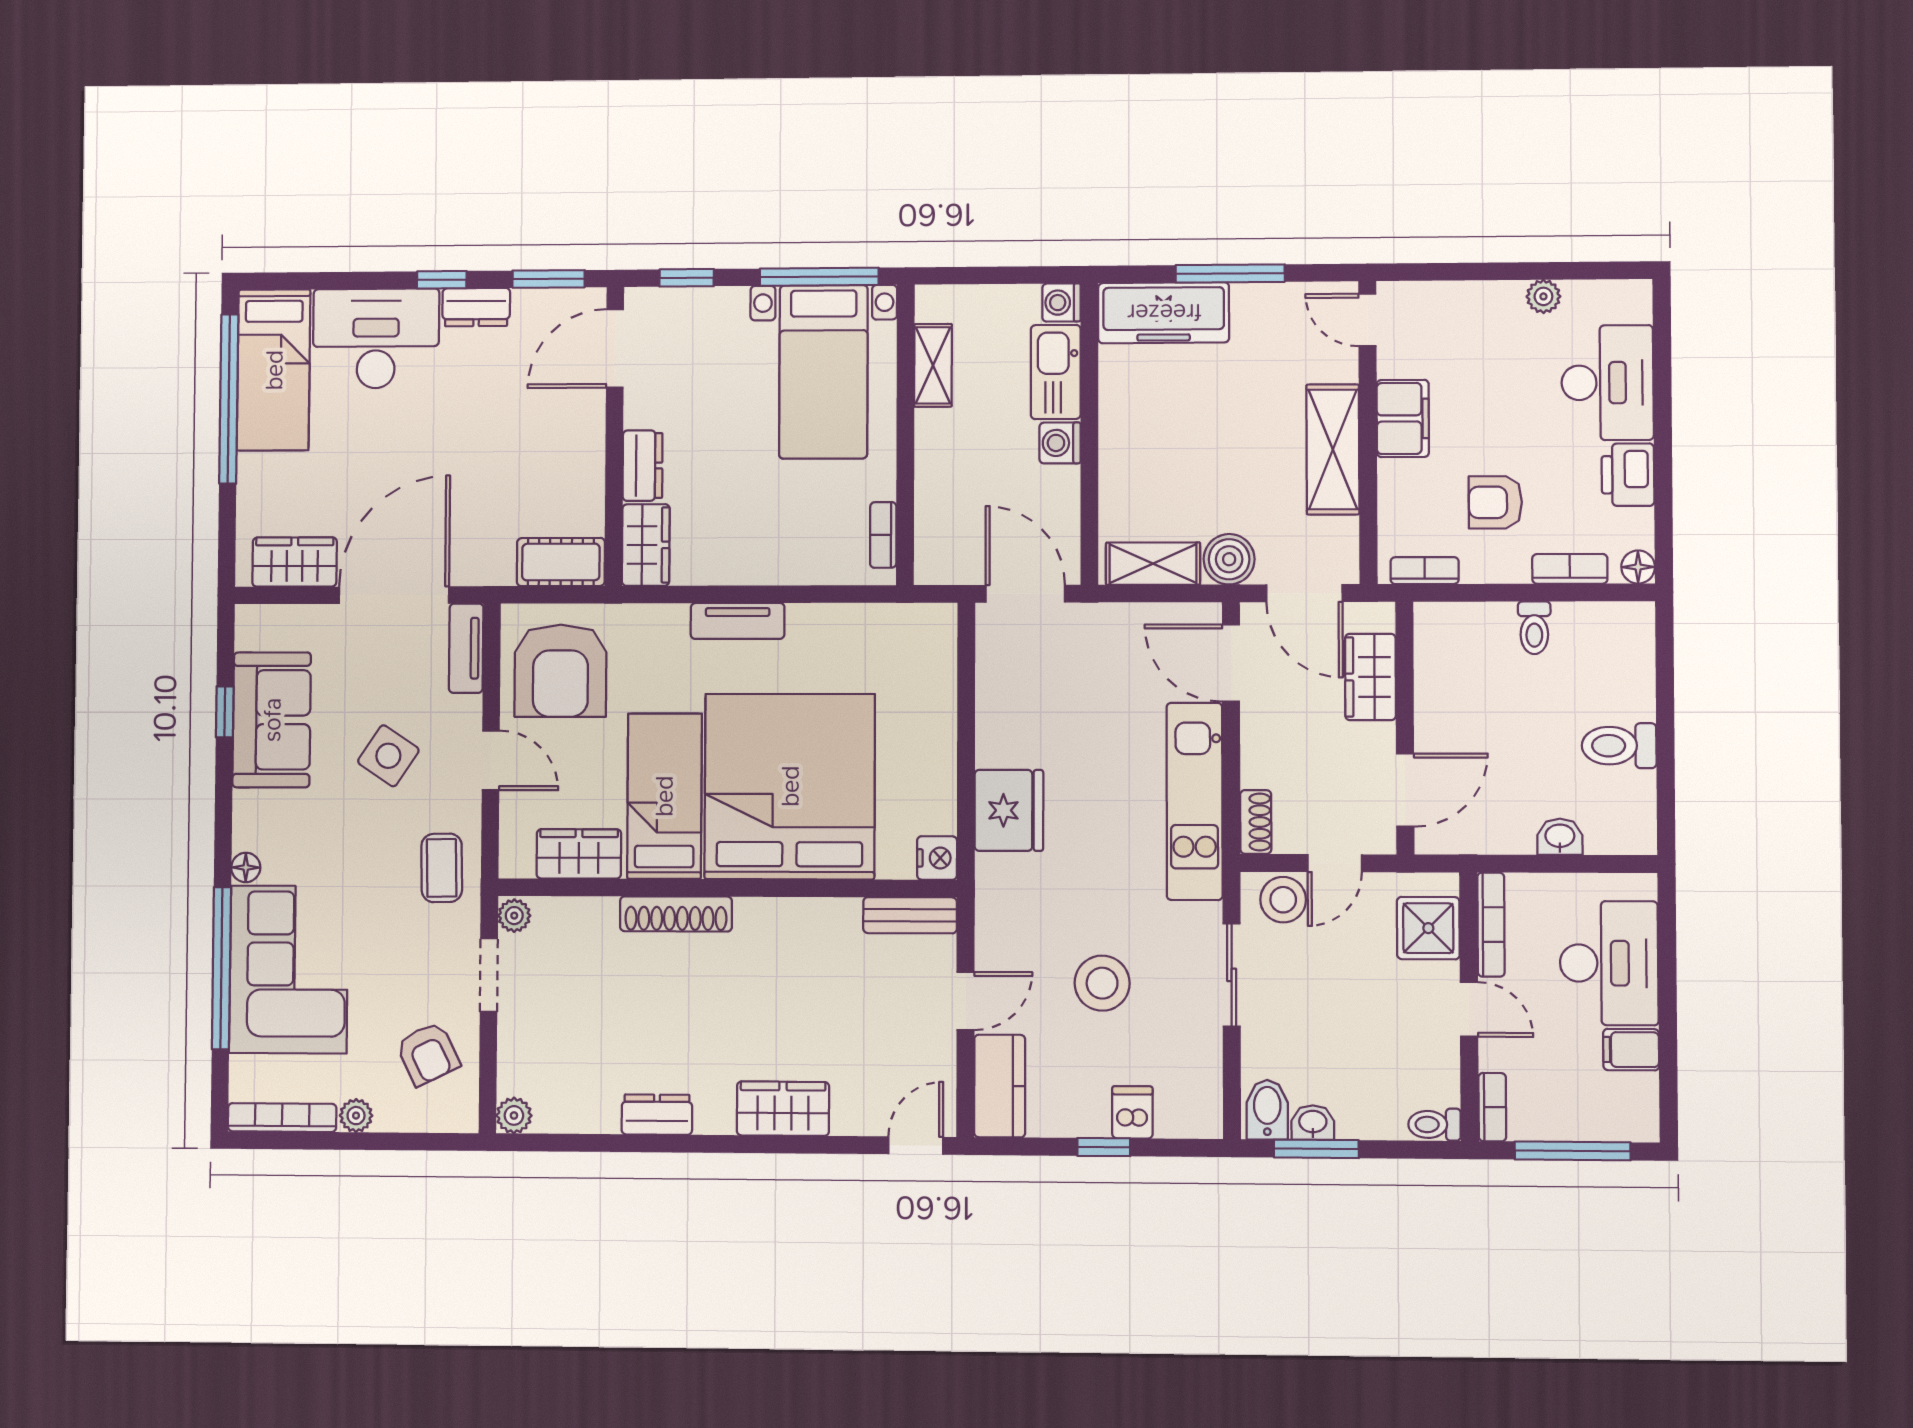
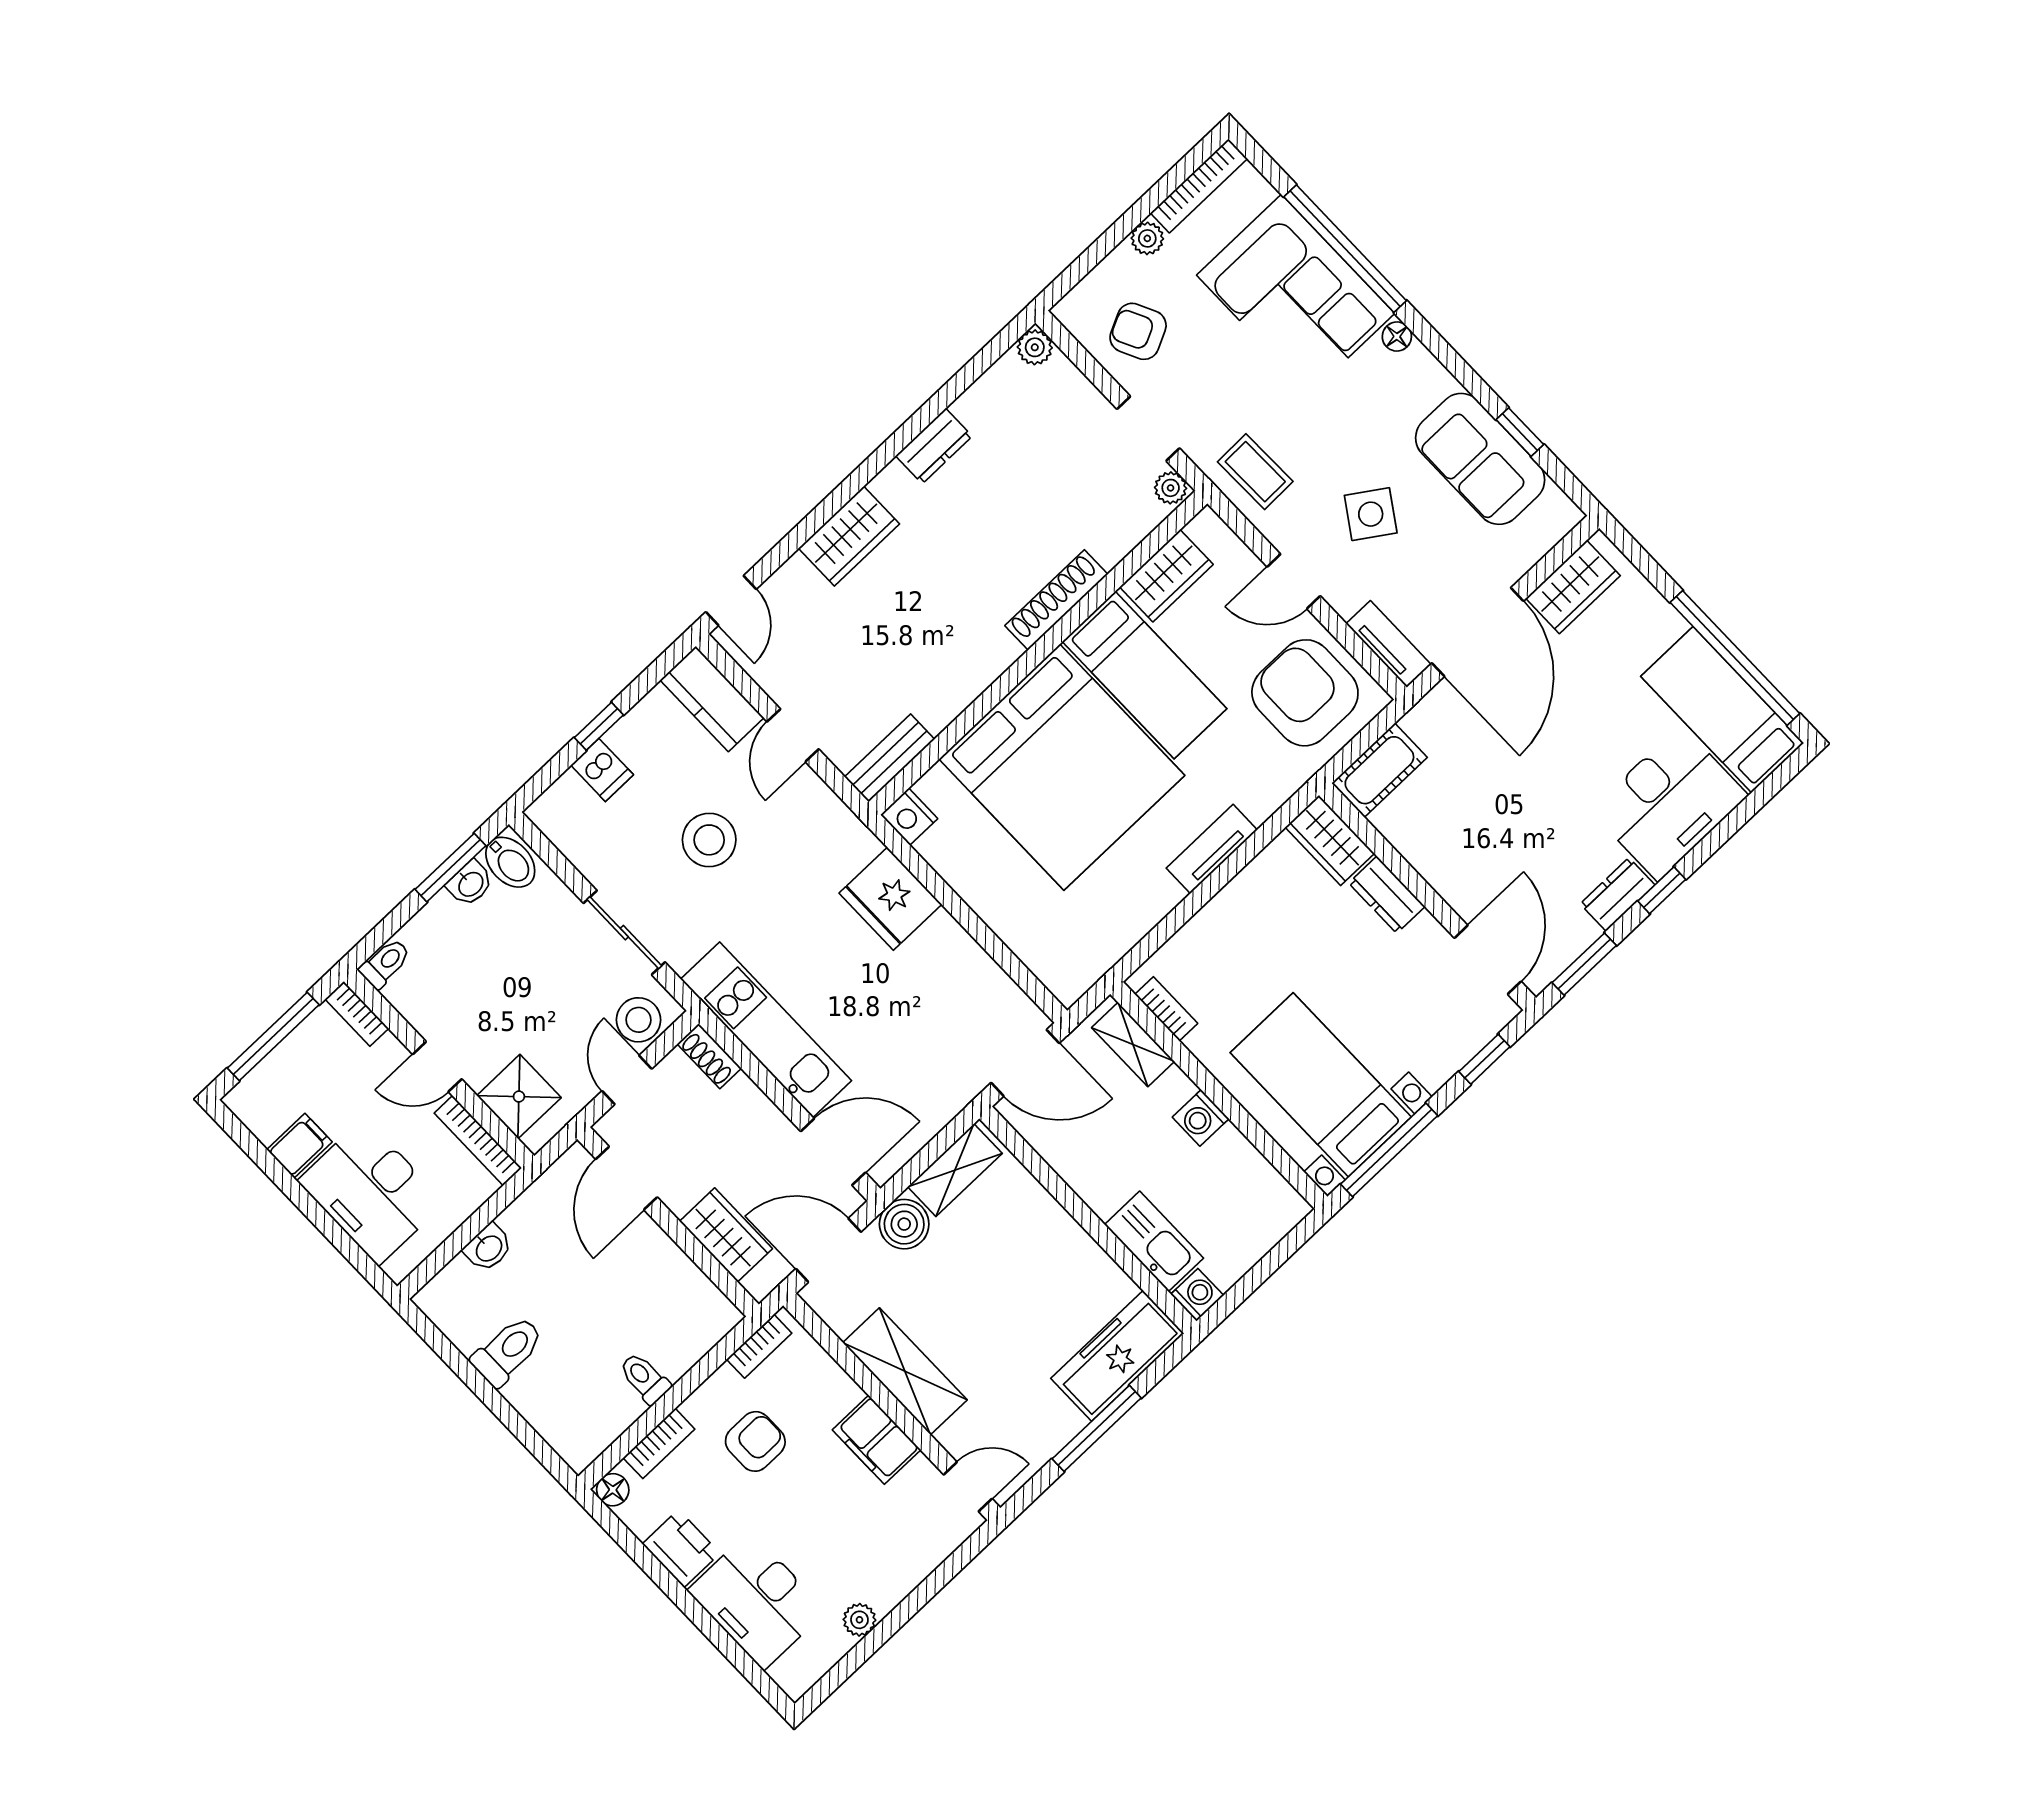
shelving: (933, 365) -> (1133, 1044), moved
washing machine: (1060, 443) -> (1201, 1118), moved, turned 180

